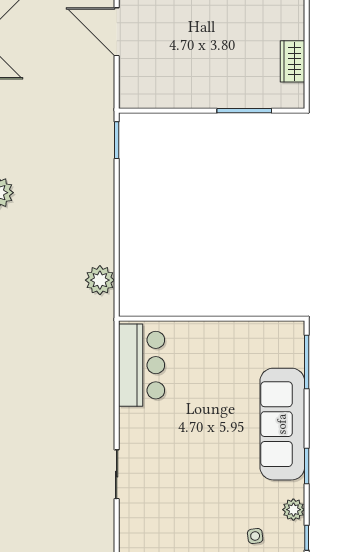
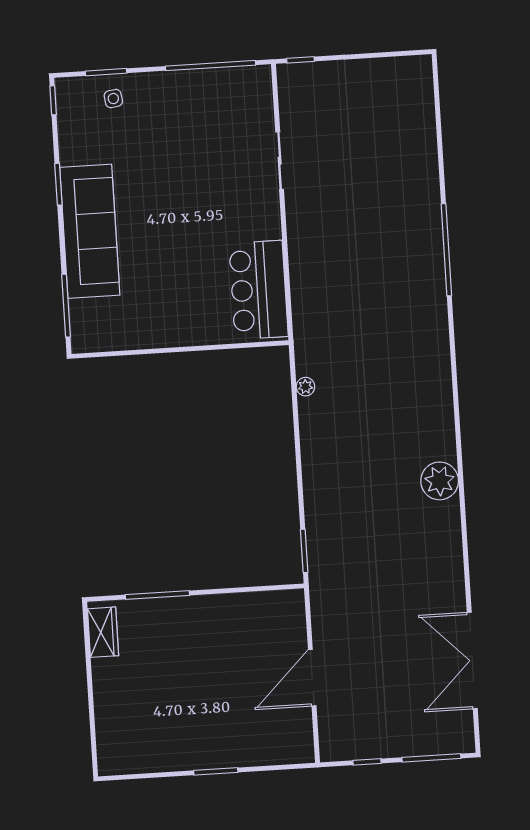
door: (117, 32) -> (312, 678), swing flipped
wardrobe: (292, 61) -> (103, 632), moved
plant: (100, 280) -> (305, 387), width x0.53, depth x0.53
plant: (293, 510) -> (70, 132), removed

